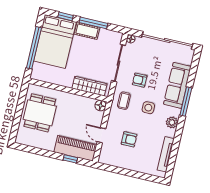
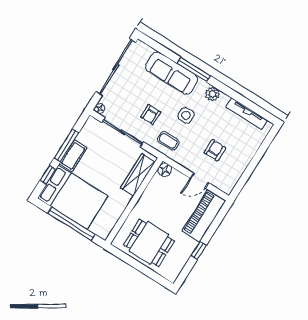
window: (70, 159) -> (199, 251), moved

